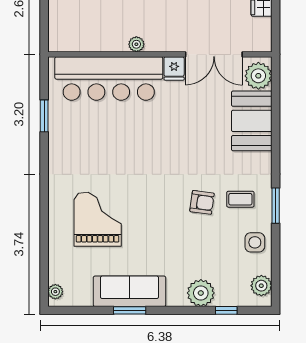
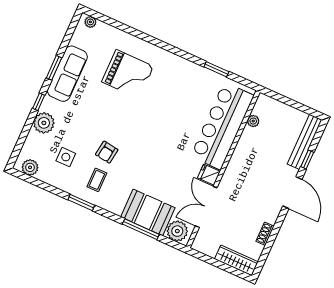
plant: (136, 44) -> (253, 121), moved
window: (276, 120) -> (141, 229), added
side table: (255, 242) -> (66, 157), moved
window: (226, 310) -> (39, 102), moved

